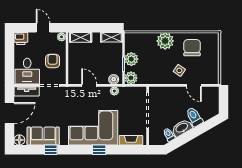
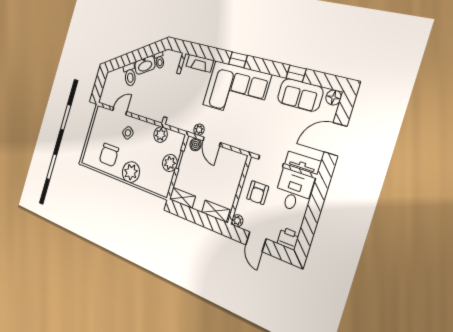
plant: (131, 78) -> (161, 135), moved
door: (89, 85) -> (212, 142), moved
door: (194, 85) -> (120, 111), hinge flipped

